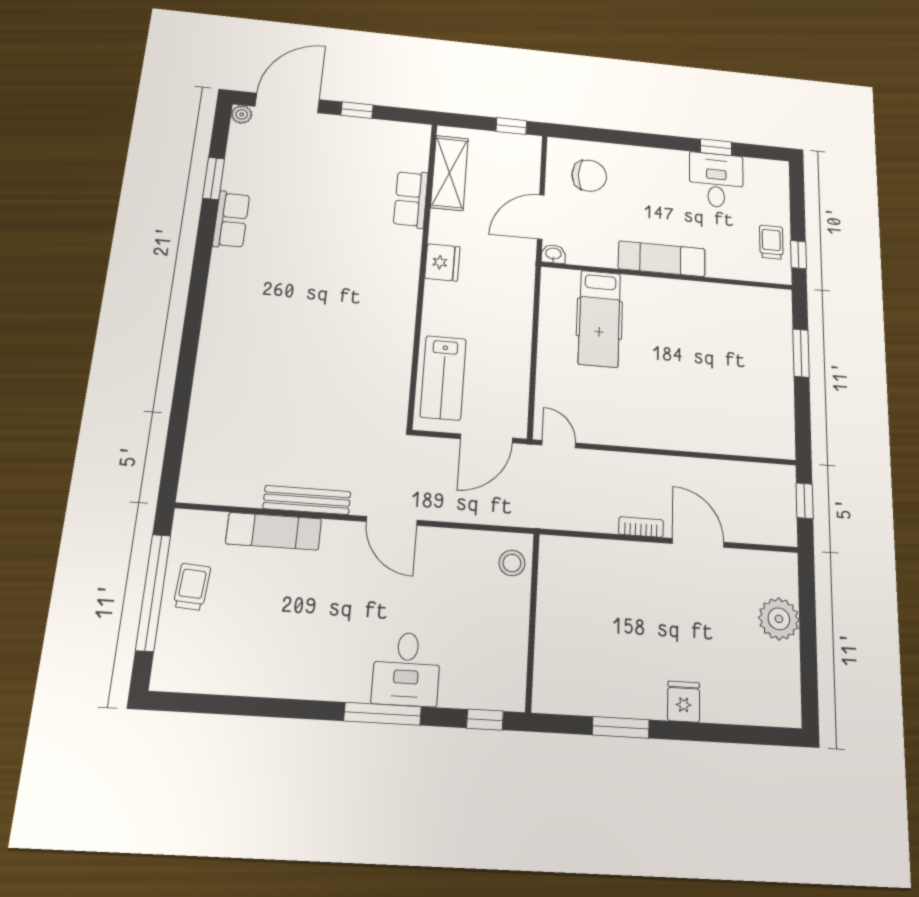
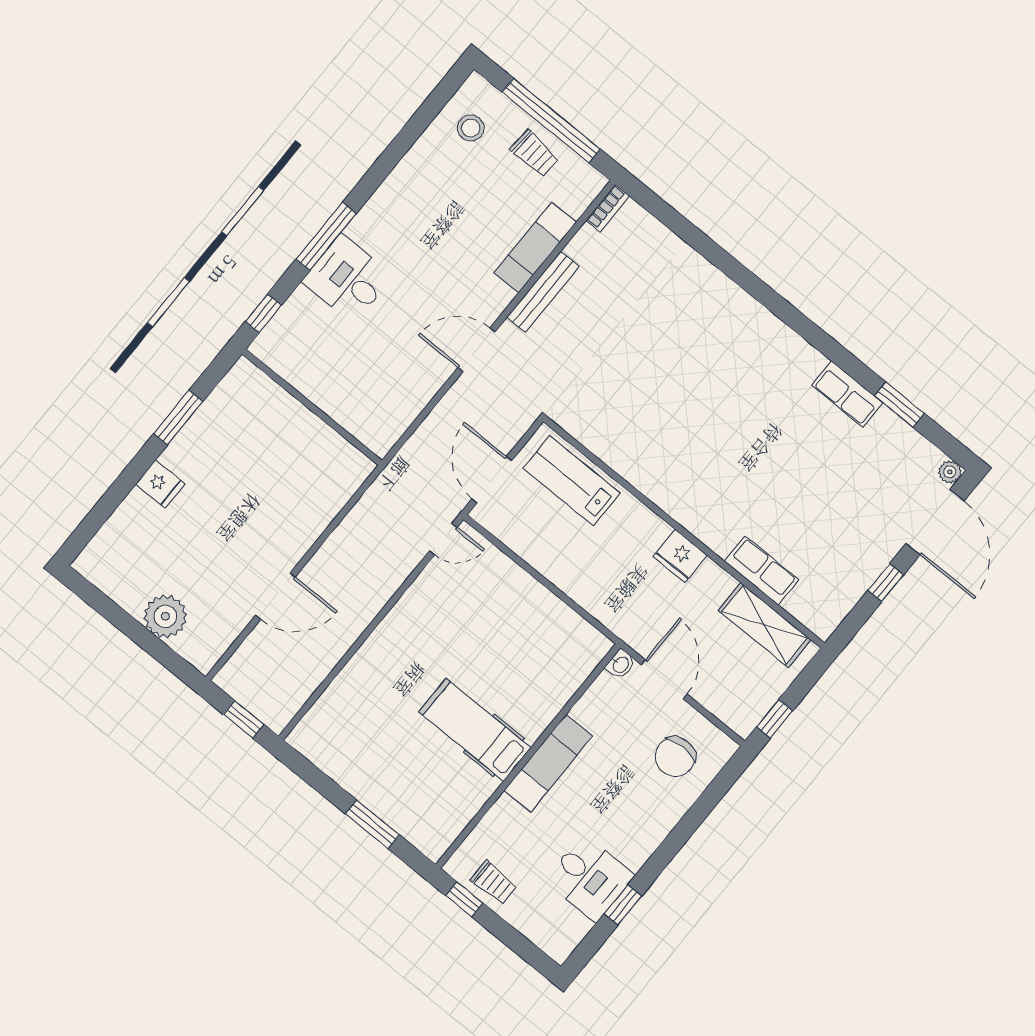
hospital bed: (599, 319) -> (475, 730), moved
bookcase: (641, 527) -> (608, 208), moved
stool: (512, 563) -> (471, 128), moved

